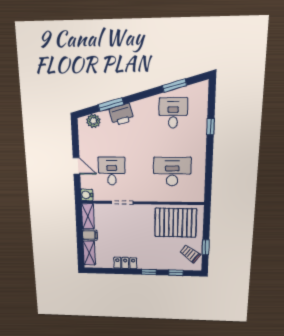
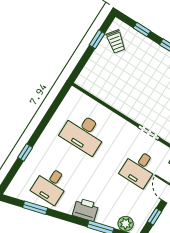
printer: (121, 115) -> (86, 210), moved
window: (75, 141) -> (155, 217), added
pallet: (176, 223) -> (111, 82), removed

